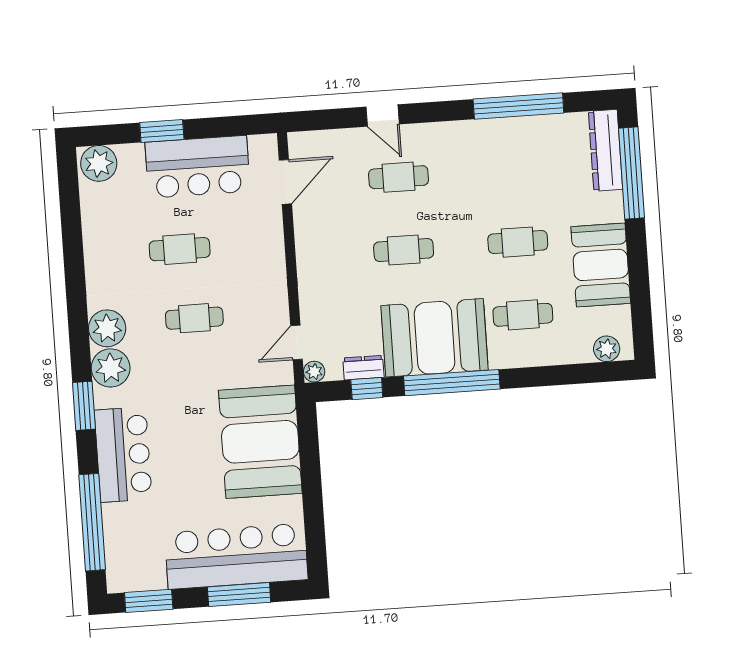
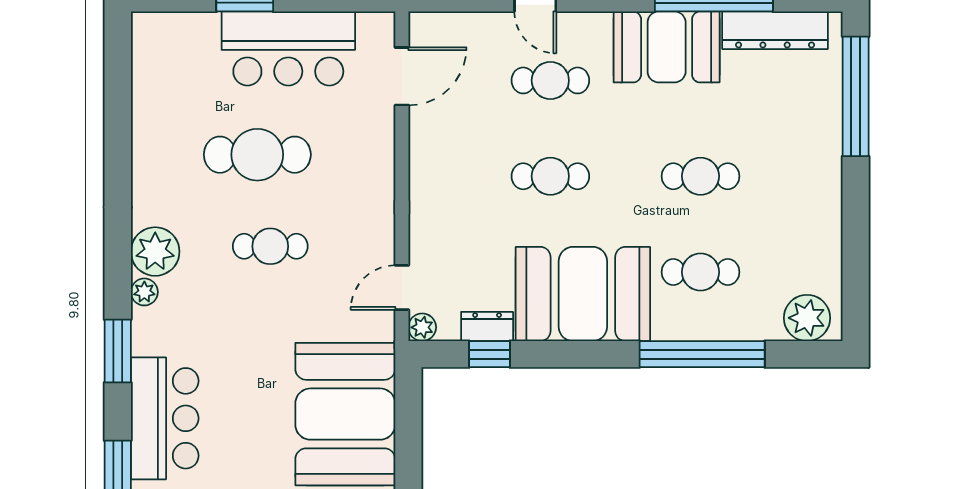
dresser: (605, 150) -> (775, 30), moved, turned -90
plant: (99, 163) -> (159, 35), removed
cafe table: (180, 249) -> (257, 155), width x1.37, depth x1.35
booth: (601, 265) -> (667, 47), moved, turned 90
plant: (607, 349) -> (807, 318), width x1.36, depth x1.36
plant: (111, 368) -> (144, 292), width x0.53, depth x0.53
window: (452, 383) -> (702, 354), moved

